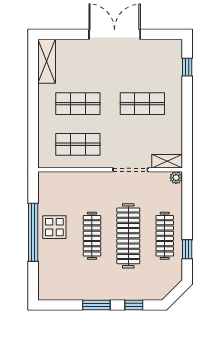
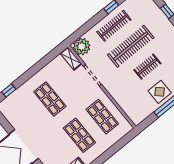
plant: (176, 178) -> (82, 47), width x1.88, depth x1.88
clothes rail: (92, 236) -> (147, 67), width x0.73

